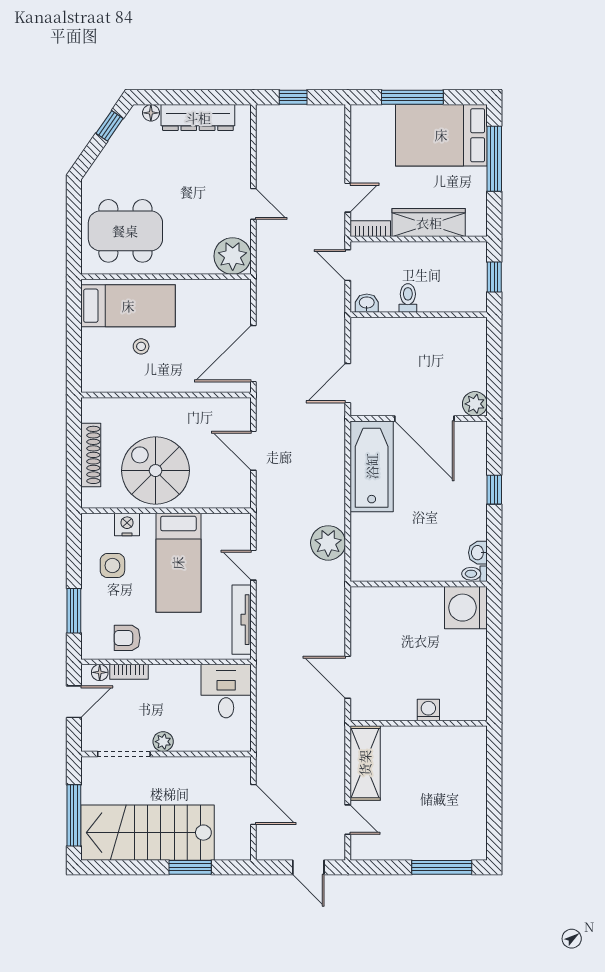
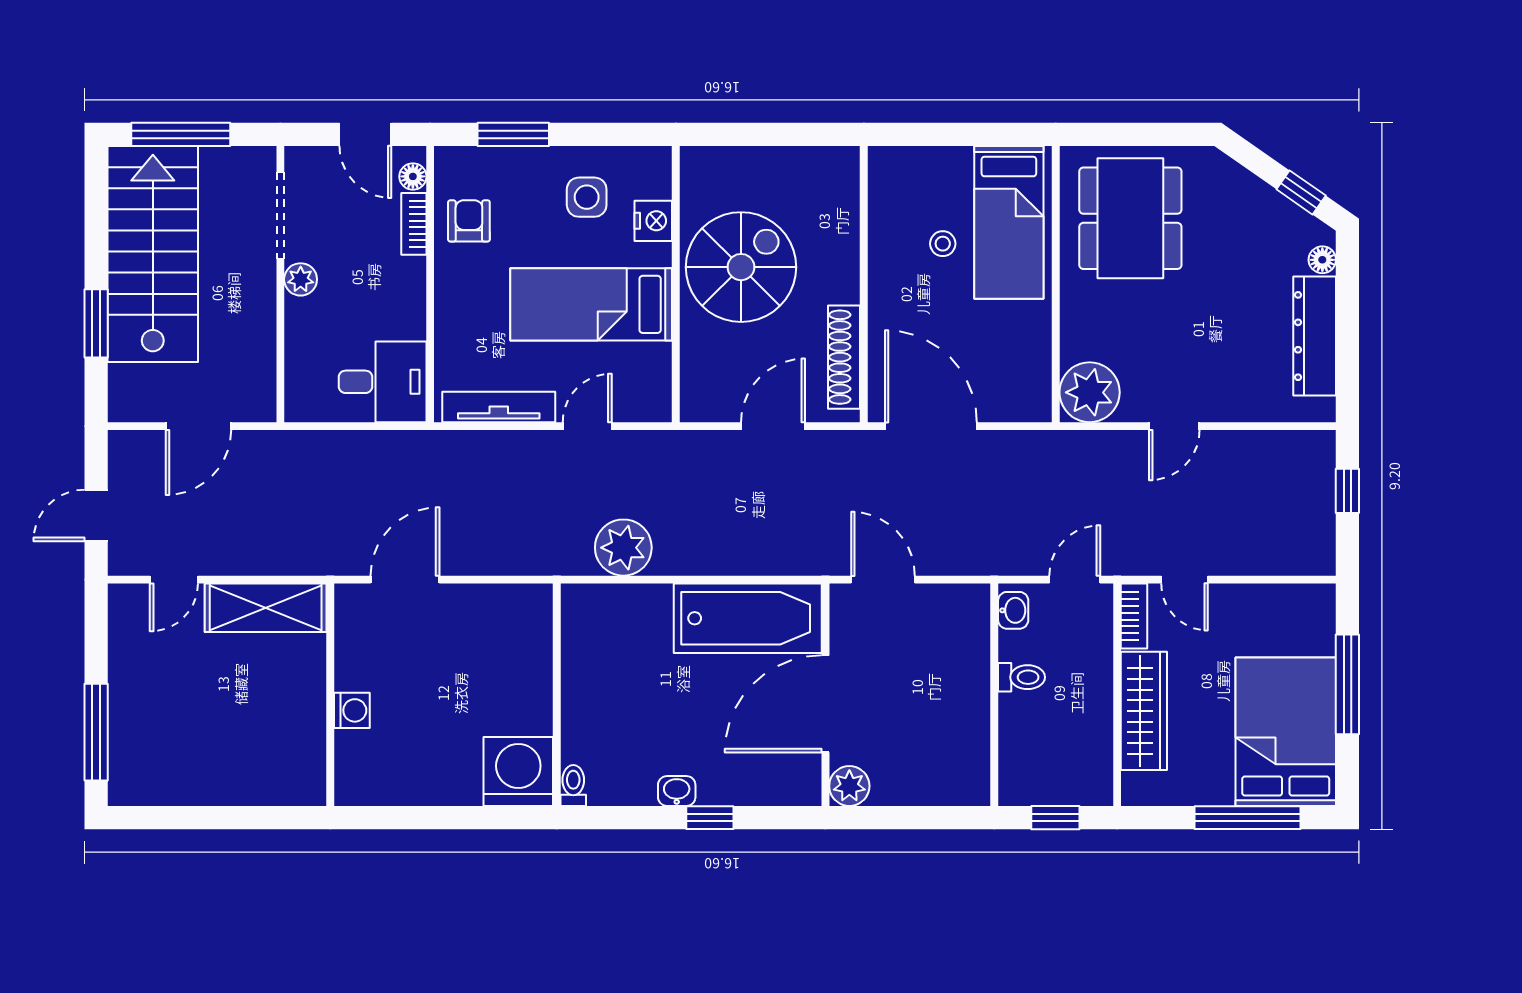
shoe rack: (91, 455) -> (844, 357), moved, turned 90
washbasin: (478, 553) -> (677, 791), moved

